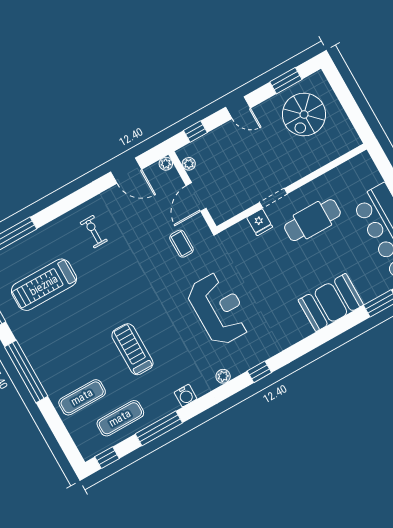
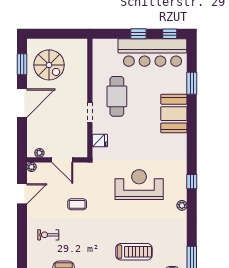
door: (238, 108) -> (22, 103), width x1.87
window: (195, 132) -> (22, 138), removed
fridge: (260, 222) -> (100, 141), moved
coffee table: (181, 244) -> (77, 204), moved
treadmill: (132, 349) -> (134, 252), turned 180
water cooler: (186, 396) -> (181, 235), removed

